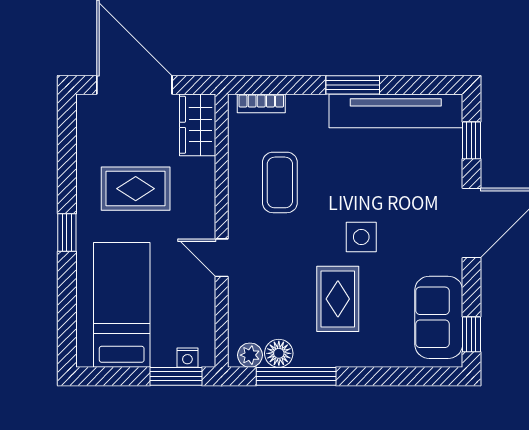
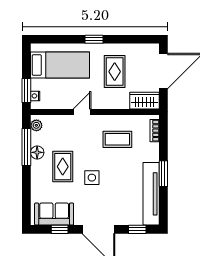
rug: (338, 299) -> (63, 167), turned 90
window: (471, 334) -> (60, 229), moved
floor lamp: (279, 353) -> (37, 152), moved

